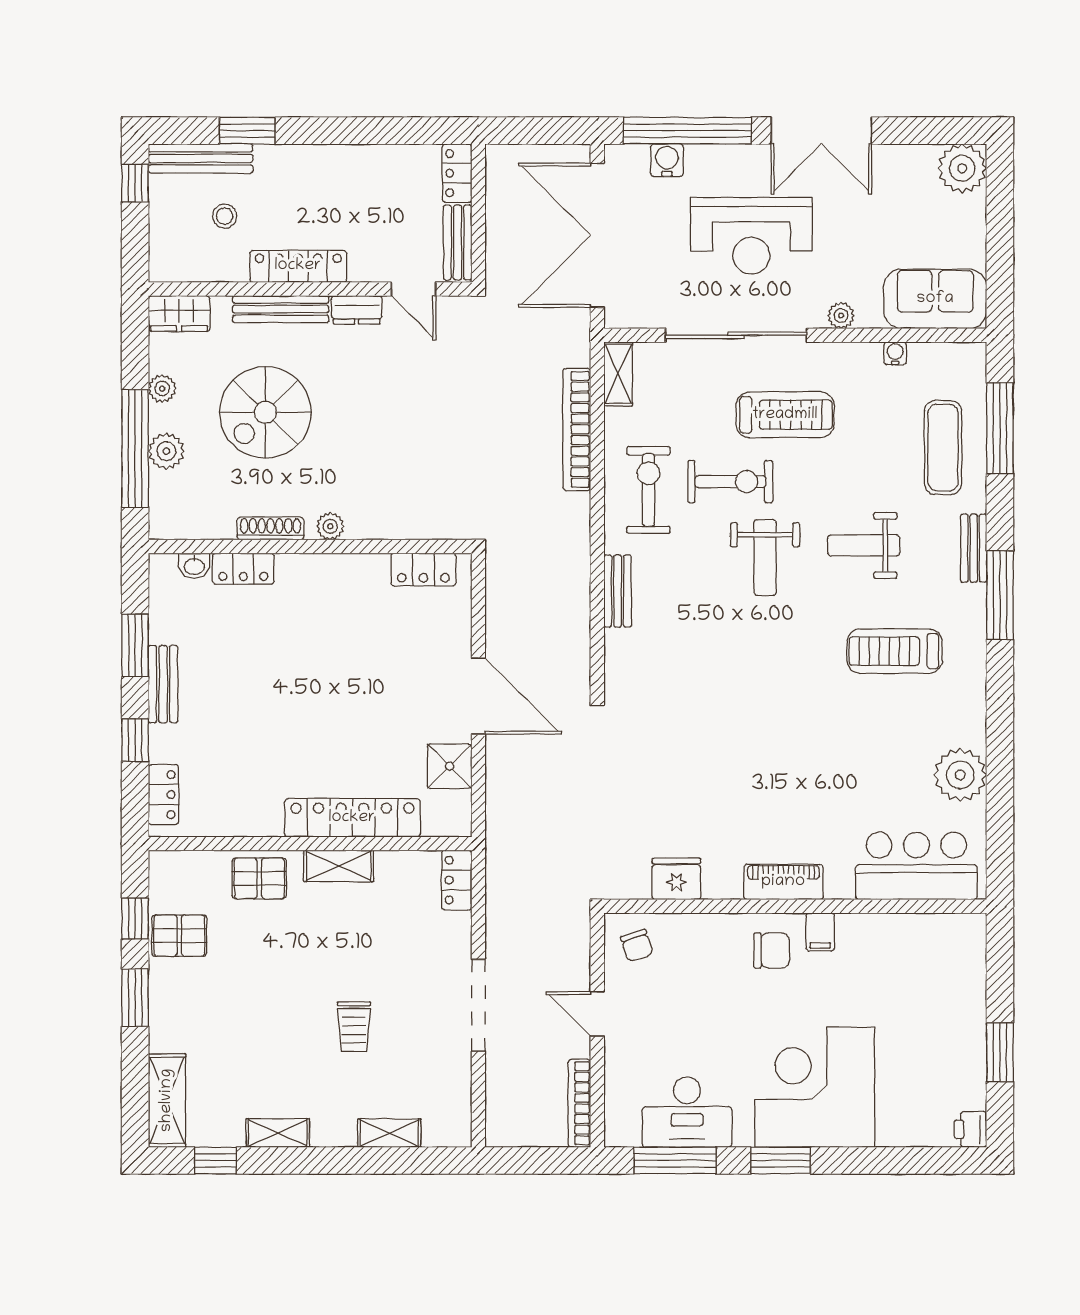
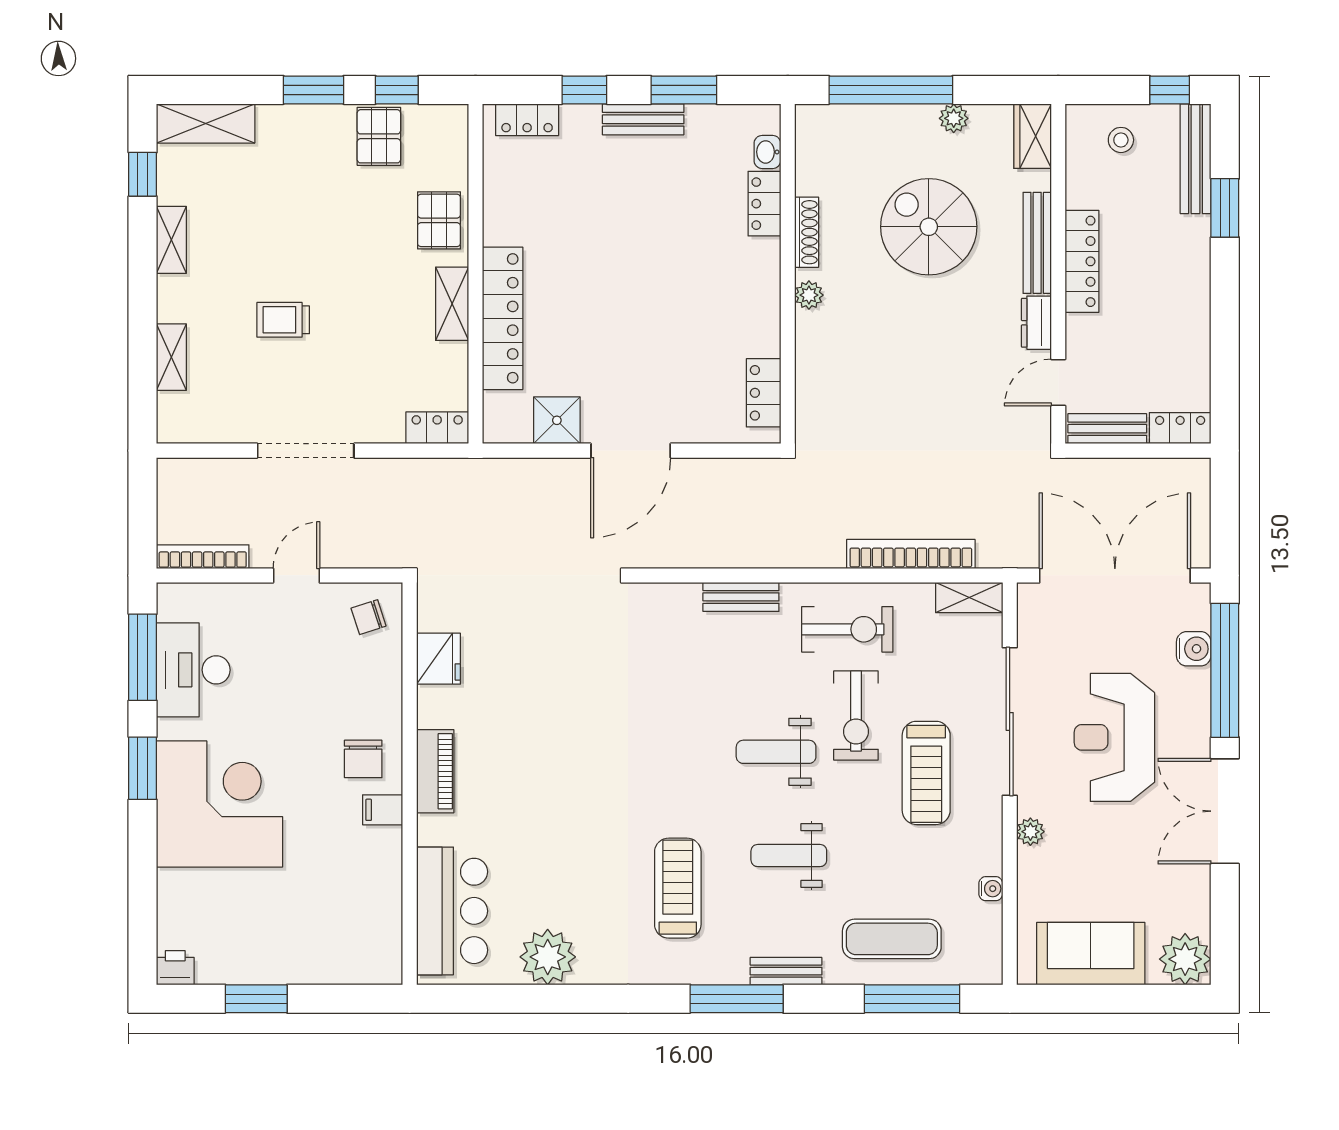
stool: (225, 216) -> (1121, 140), moved
sofa: (935, 299) -> (1091, 954), moved, turned -90
plant: (166, 451) -> (888, 123), removed
weight bench: (864, 545) -> (789, 856), turned -90

